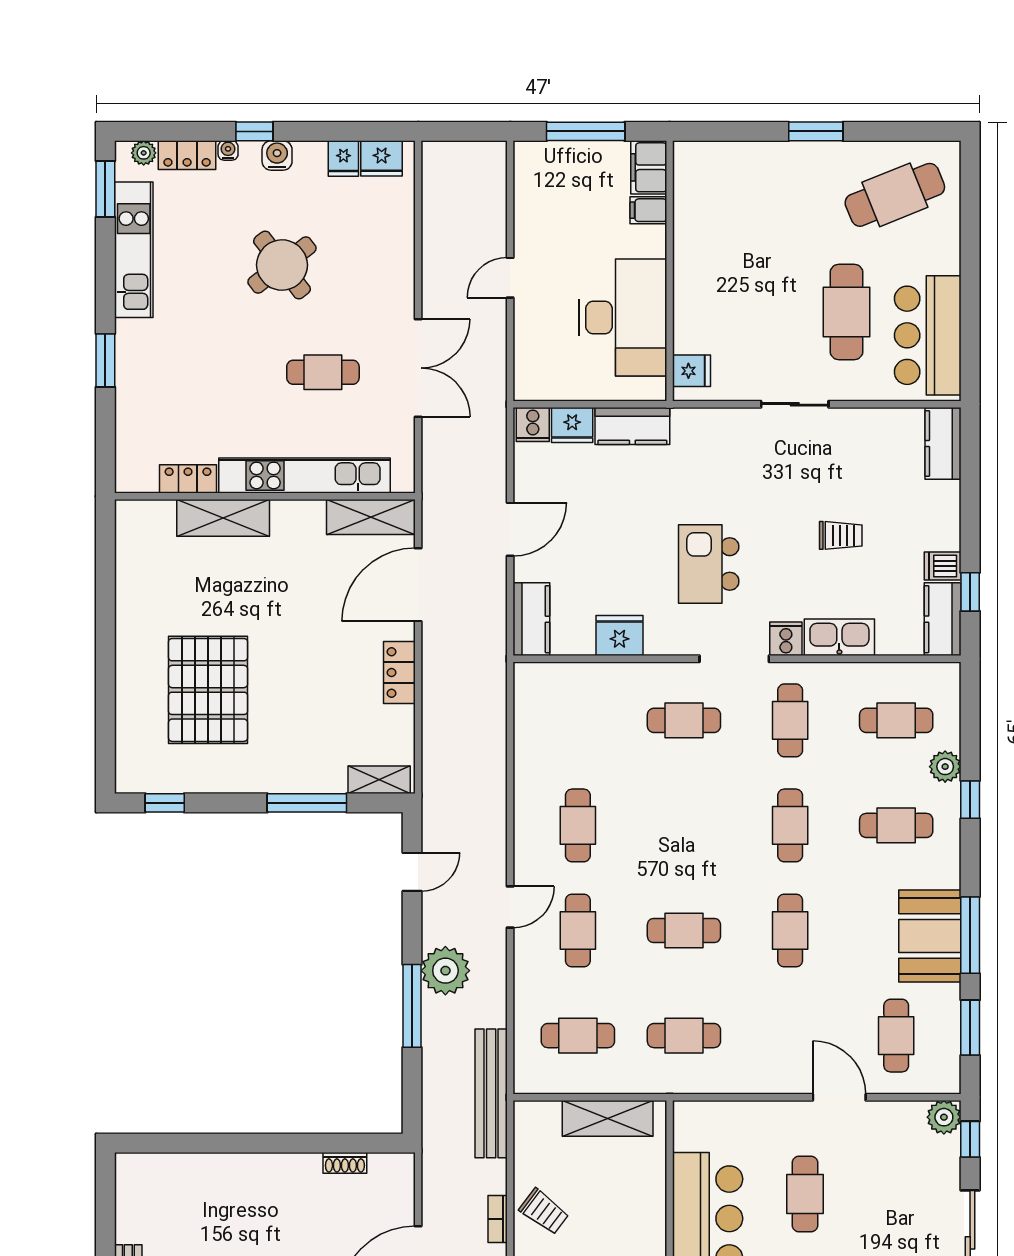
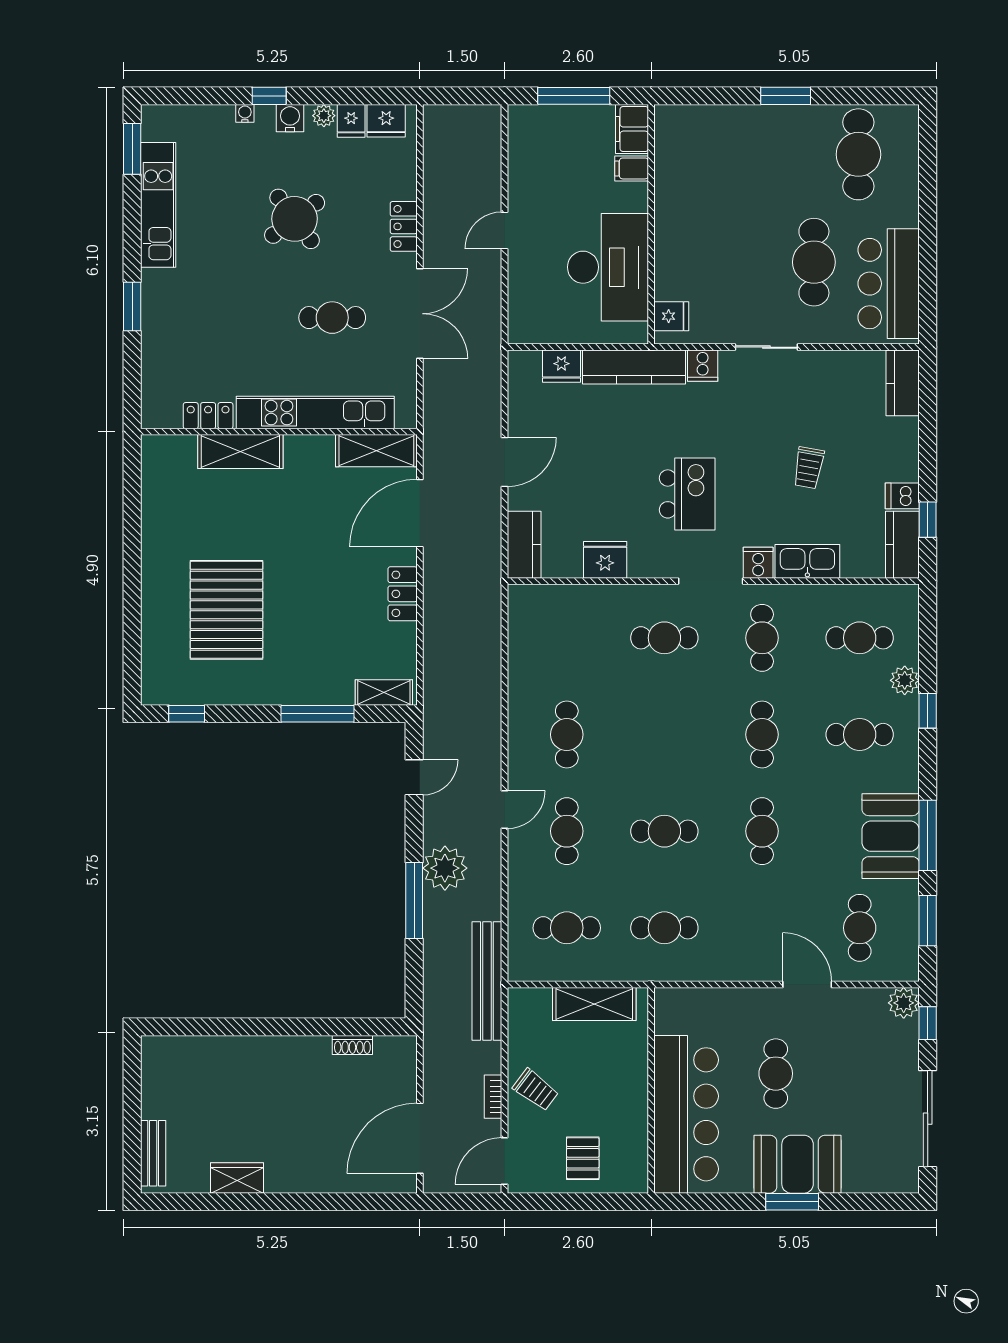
plant: (144, 153) -> (324, 116), moved
locker: (187, 155) -> (404, 226), moved, turned 90
cafe table: (895, 195) -> (858, 154), turned -68
cooker: (533, 425) -> (703, 366), moved
kitchen counter: (632, 426) -> (634, 367), width x1.50
trolley: (841, 535) -> (809, 468), turned 100
kitchen island: (709, 564) -> (687, 494), turned 180

